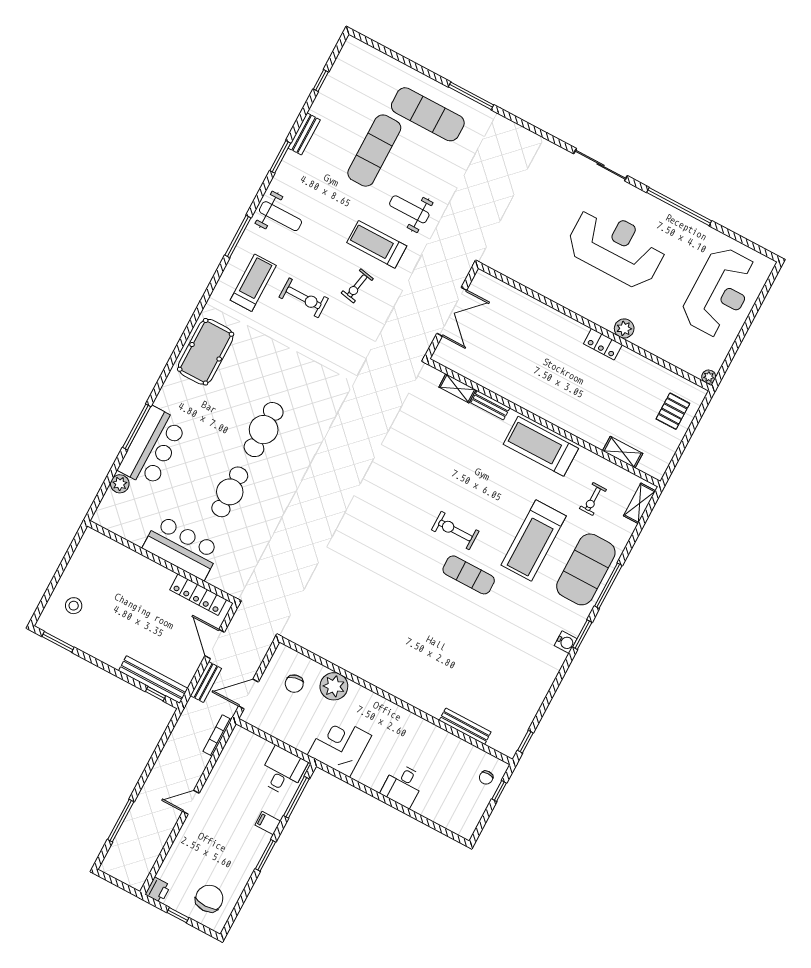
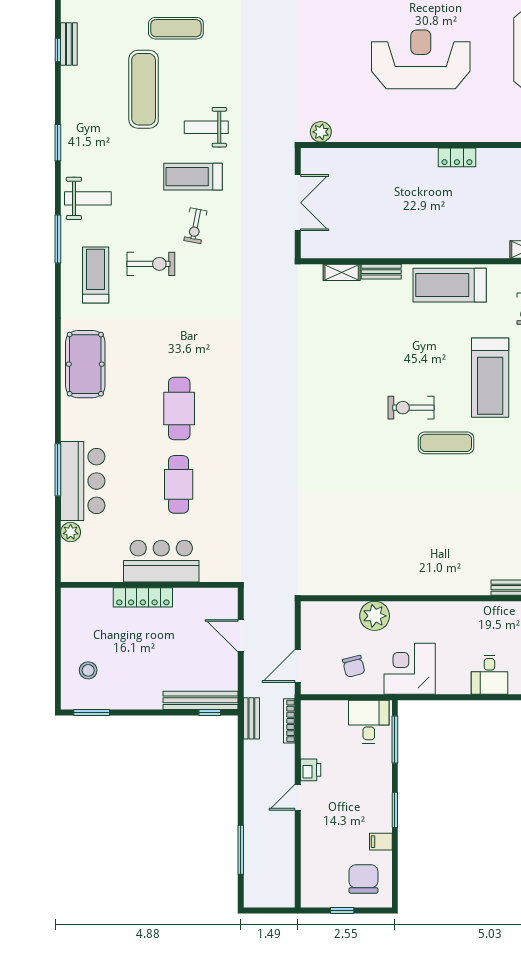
exercise mat: (428, 114) -> (176, 28), width x0.73, depth x0.69
bench: (304, 134) -> (69, 44), moved
plant: (624, 329) -> (321, 132), moved
locker: (198, 595) -> (143, 597), moved
bench: (206, 682) -> (251, 718), moved
chair: (294, 684) -> (354, 666), moved
filing cabinet: (268, 823) -> (381, 842), moved
printer: (158, 890) -> (311, 770), moved

